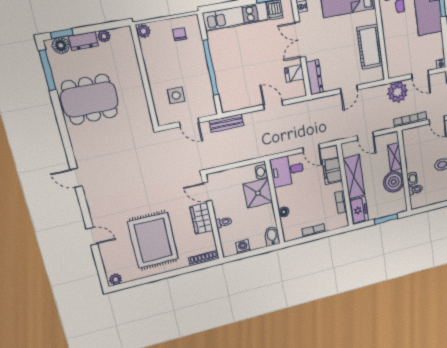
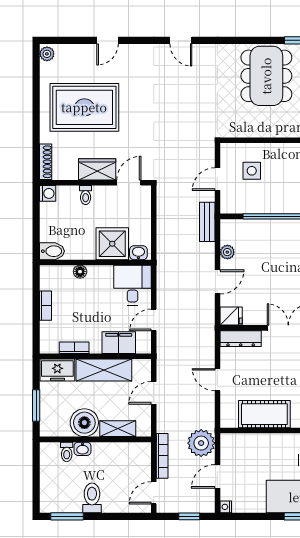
fridge: (294, 73) -> (231, 316), moved, turned 90
plant: (248, 102) -> (227, 252), added
door: (76, 178) -> (181, 40), swing flipped
washing machine: (243, 247) -> (48, 193), moved

